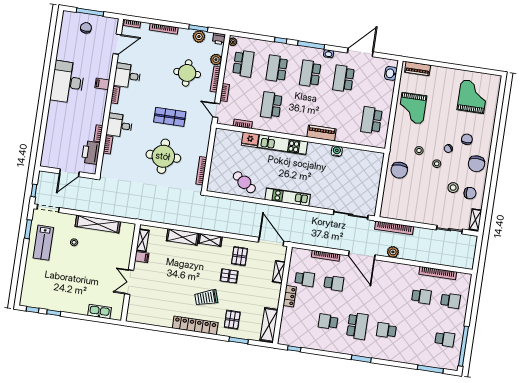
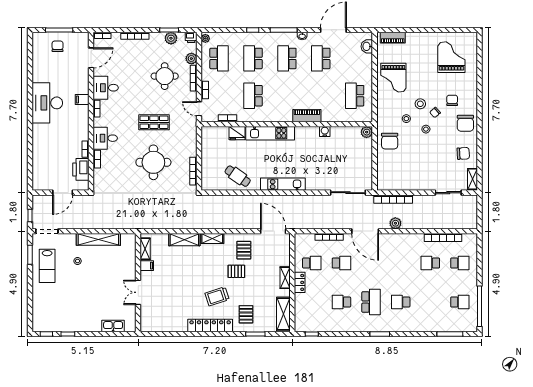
plant: (378, 158) -> (367, 132), added
stool: (453, 188) -> (420, 104), moved
shelving: (279, 272) -> (285, 278), moved
school desk: (421, 296) -> (430, 263), turned 180

